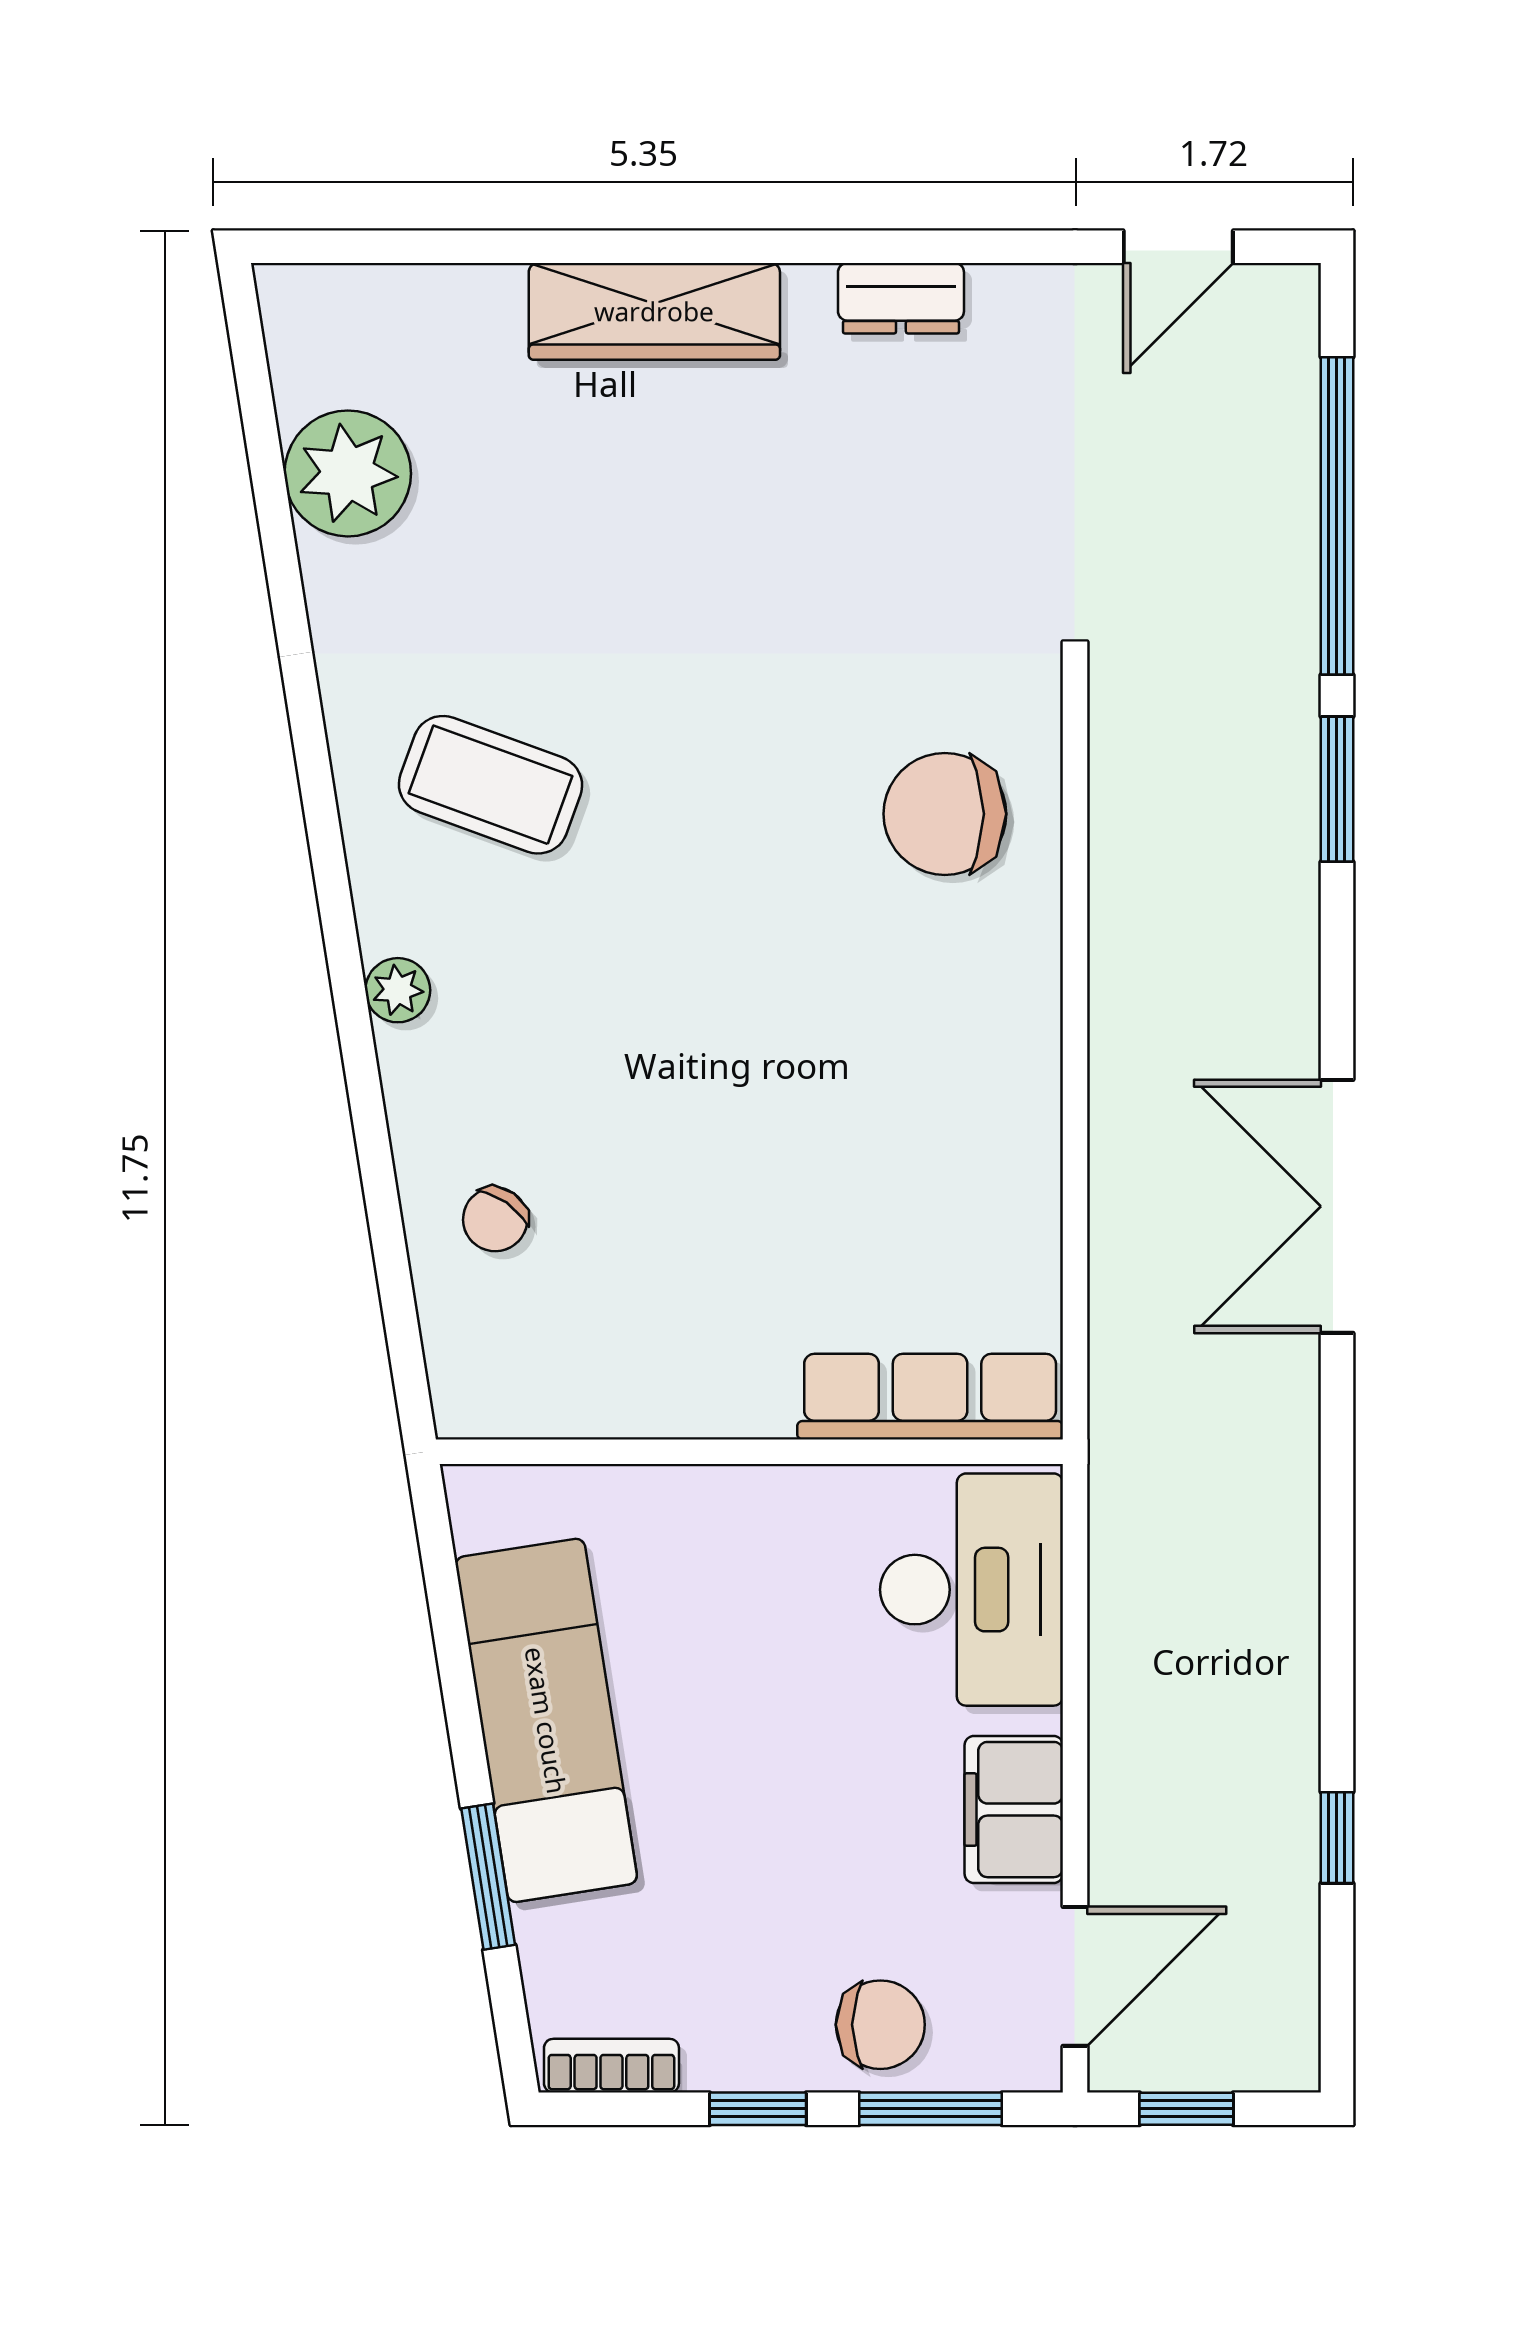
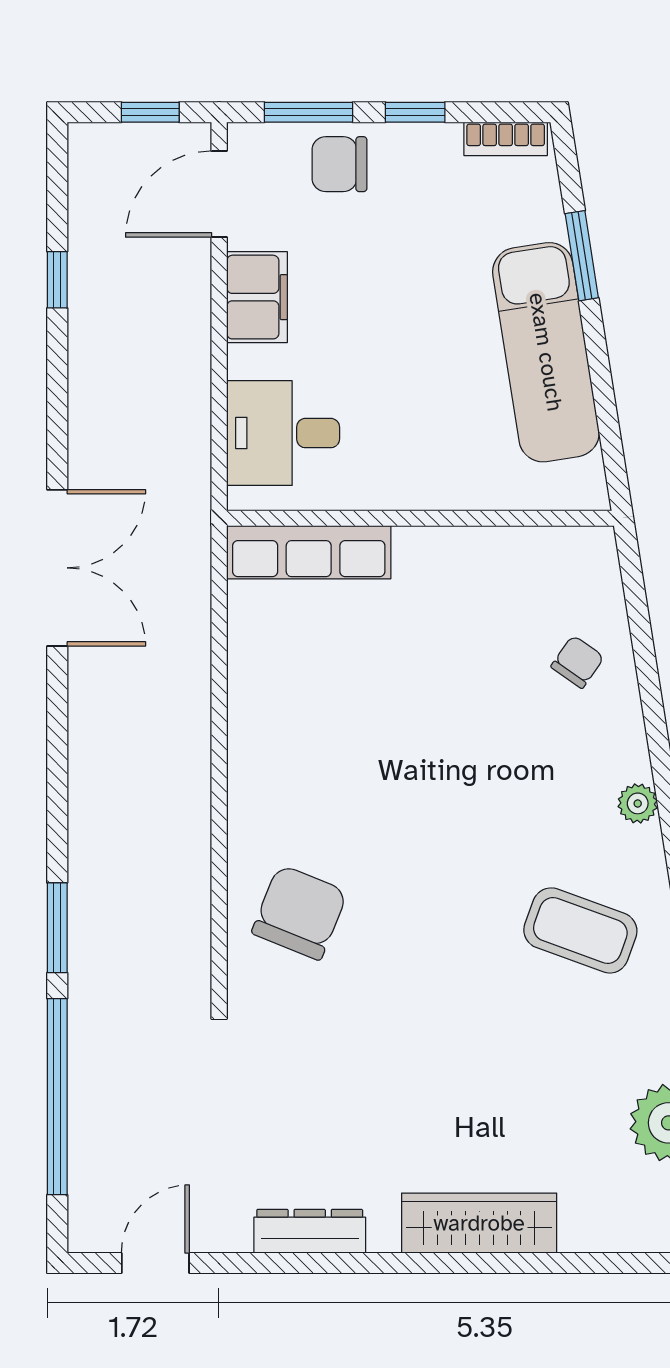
dresser: (901, 298) -> (310, 1231), width x1.44
chair: (945, 814) -> (300, 912), turned -68
double door: (1337, 1206) -> (57, 568), moved
desk: (972, 1590) -> (283, 433), width x0.73

